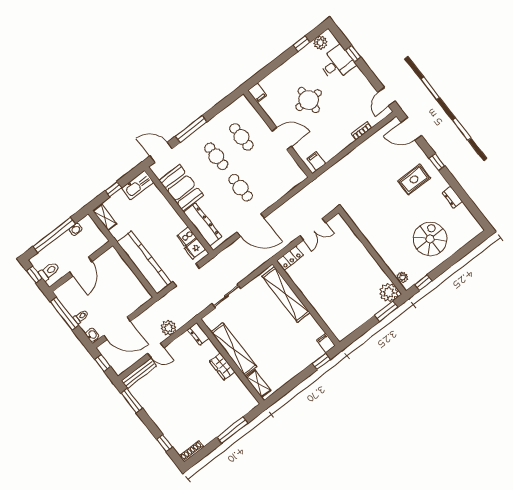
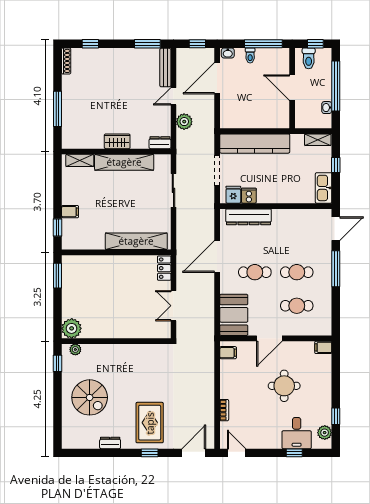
rug: (414, 179) -> (150, 423), width x1.36, depth x1.43
booth: (181, 188) -> (234, 315), moved, turned 90
window: (386, 311) -> (58, 276), moved
filing cabinet: (326, 343) -> (70, 212), moved

